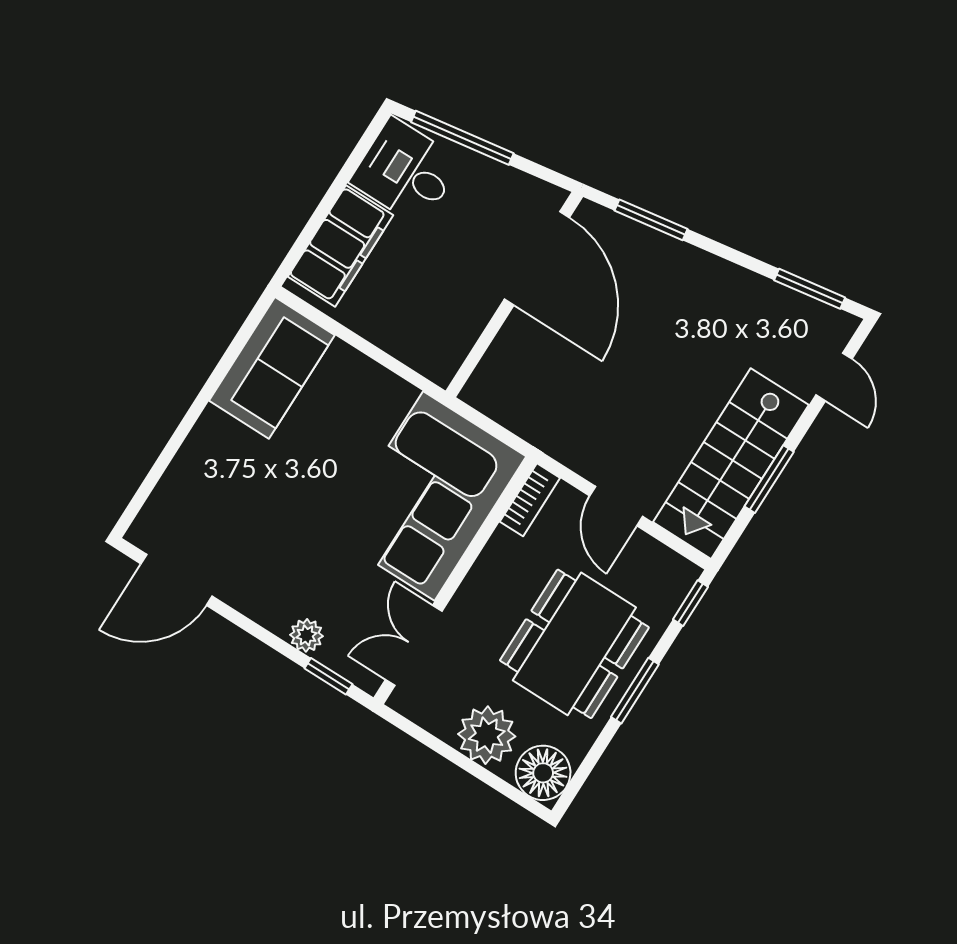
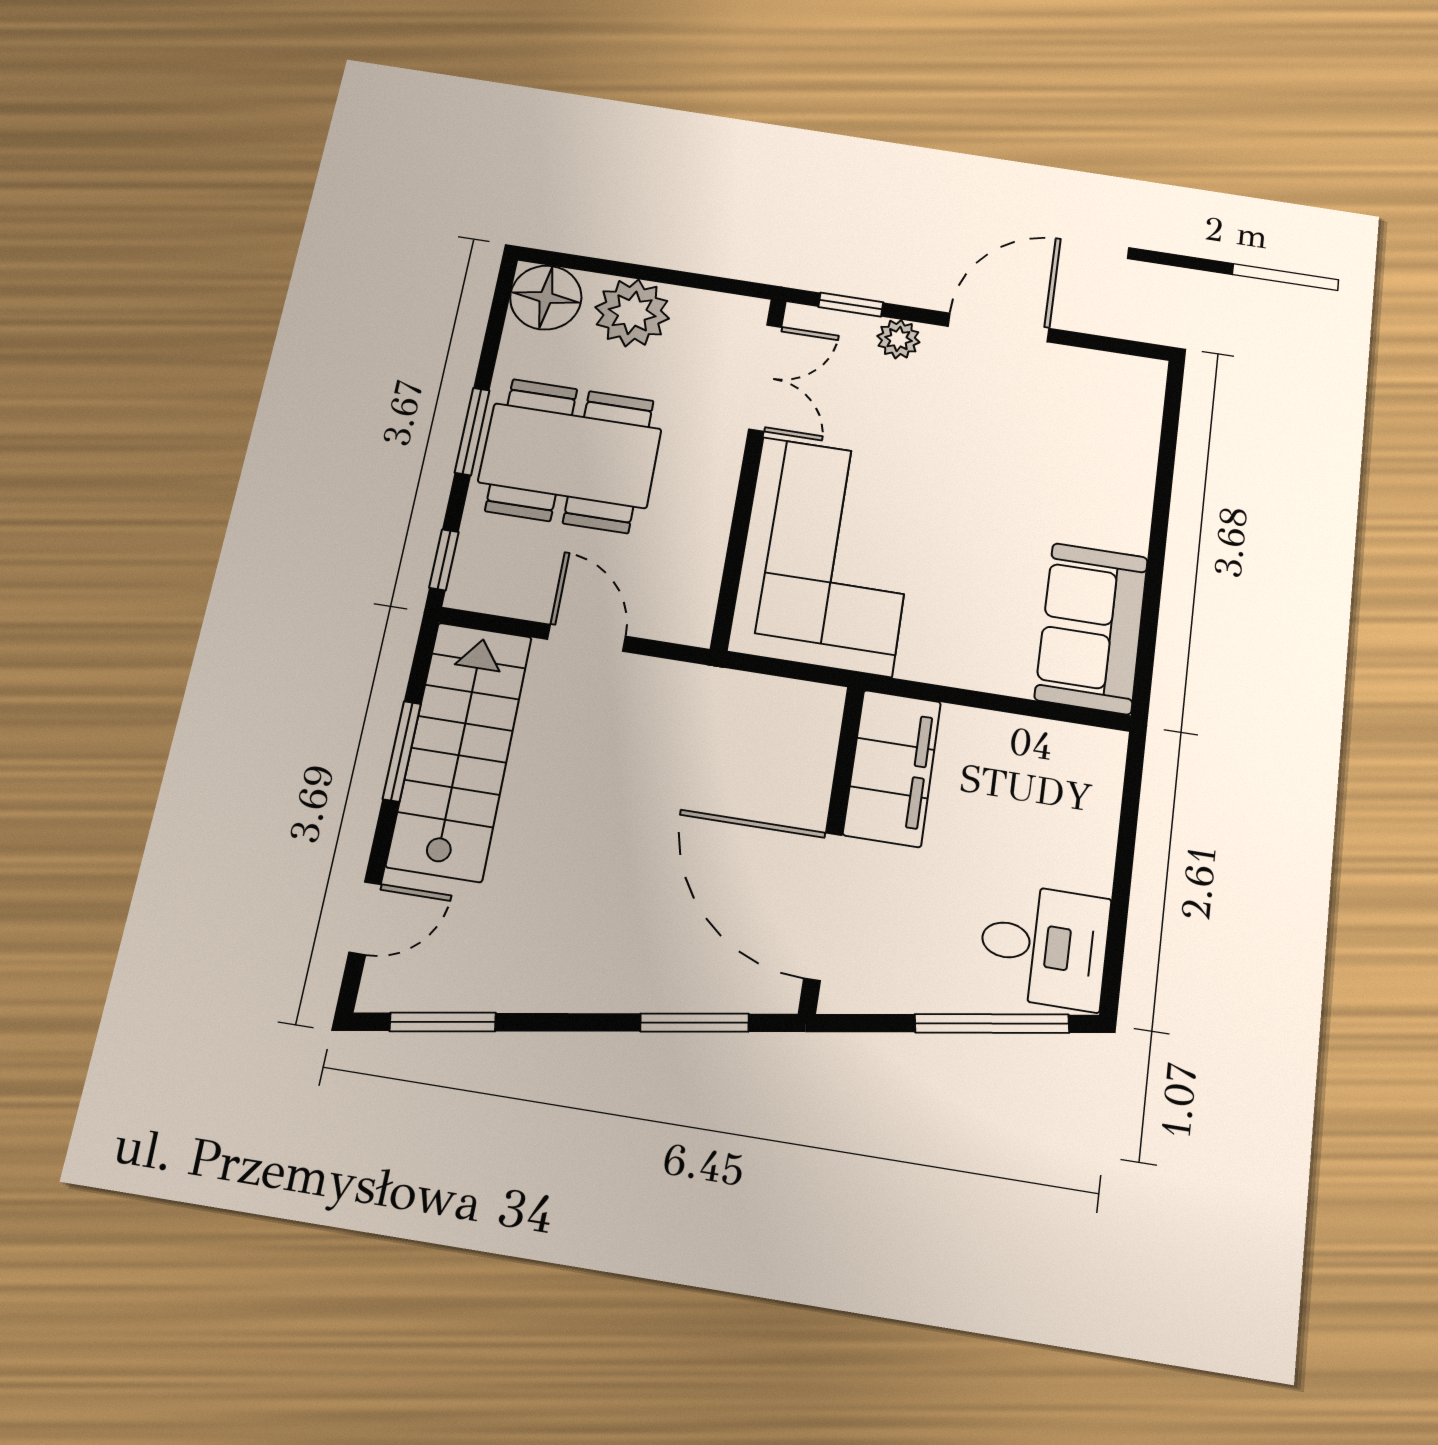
filing cabinet: (340, 246) -> (892, 768), moved, turned 180
door: (834, 377) -> (365, 918), swing flipped
bookcase: (530, 500) -> (699, 601), removed
door: (177, 580) -> (999, 327), moved
dining table: (574, 644) -> (570, 456), turned 90

